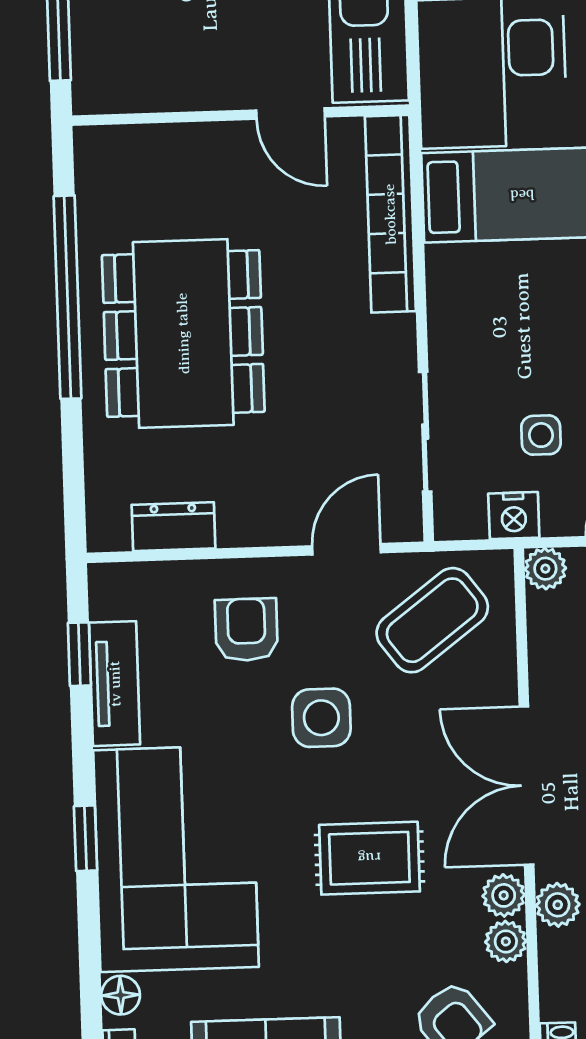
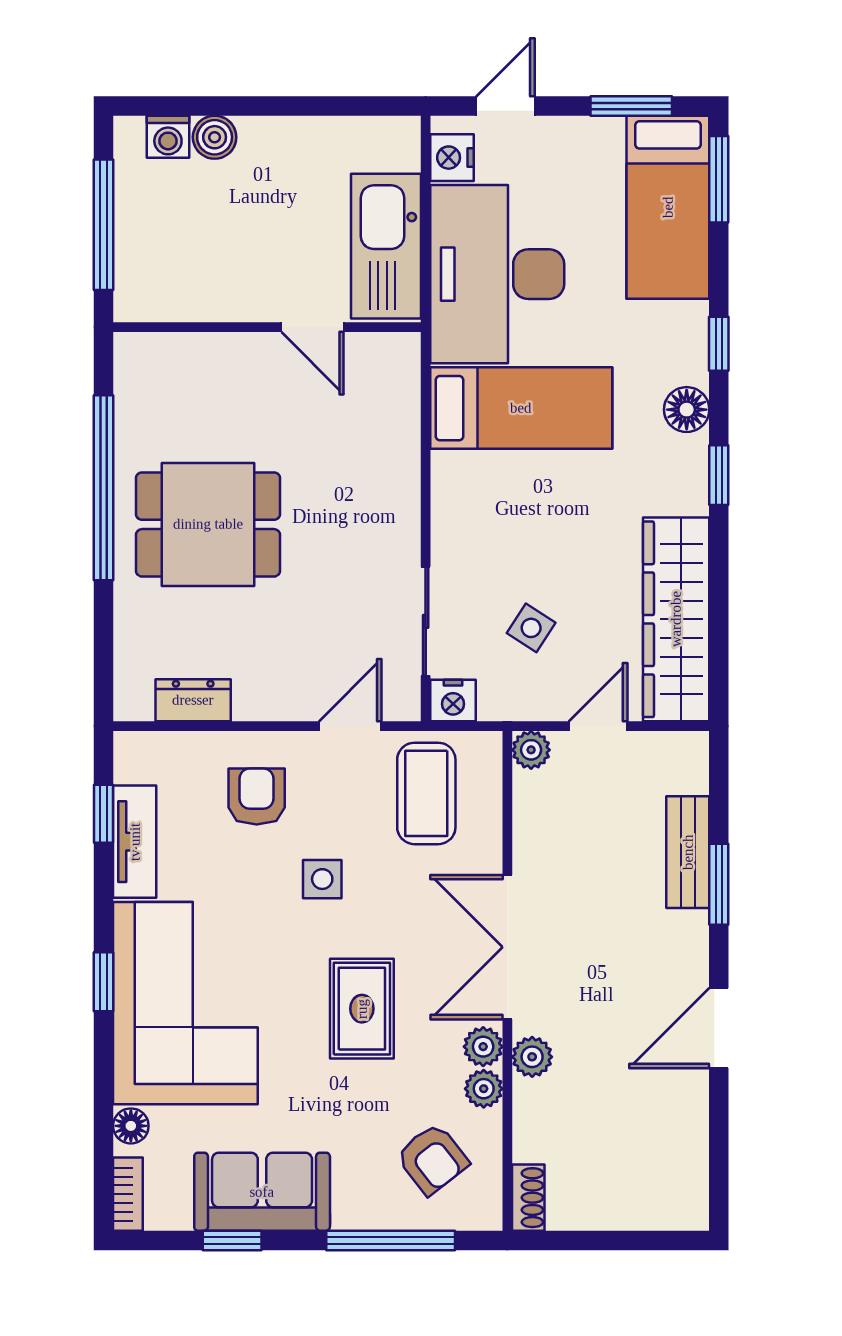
bookcase: (390, 214) -> (400, 422), removed
dining table: (183, 333) -> (208, 524), width x0.73
side table: (541, 435) -> (531, 628), turned 33
nightstand: (514, 516) -> (453, 701), moved
coffee table: (432, 620) -> (426, 793), turned -53
side table: (321, 718) -> (322, 879), width x0.73, depth x0.73
rug: (369, 858) -> (362, 1009), turned 90

